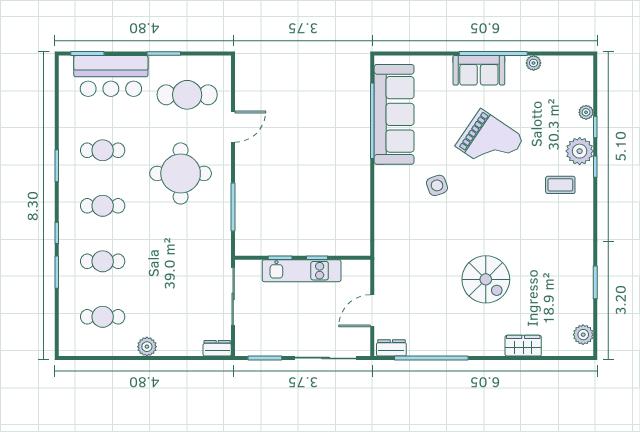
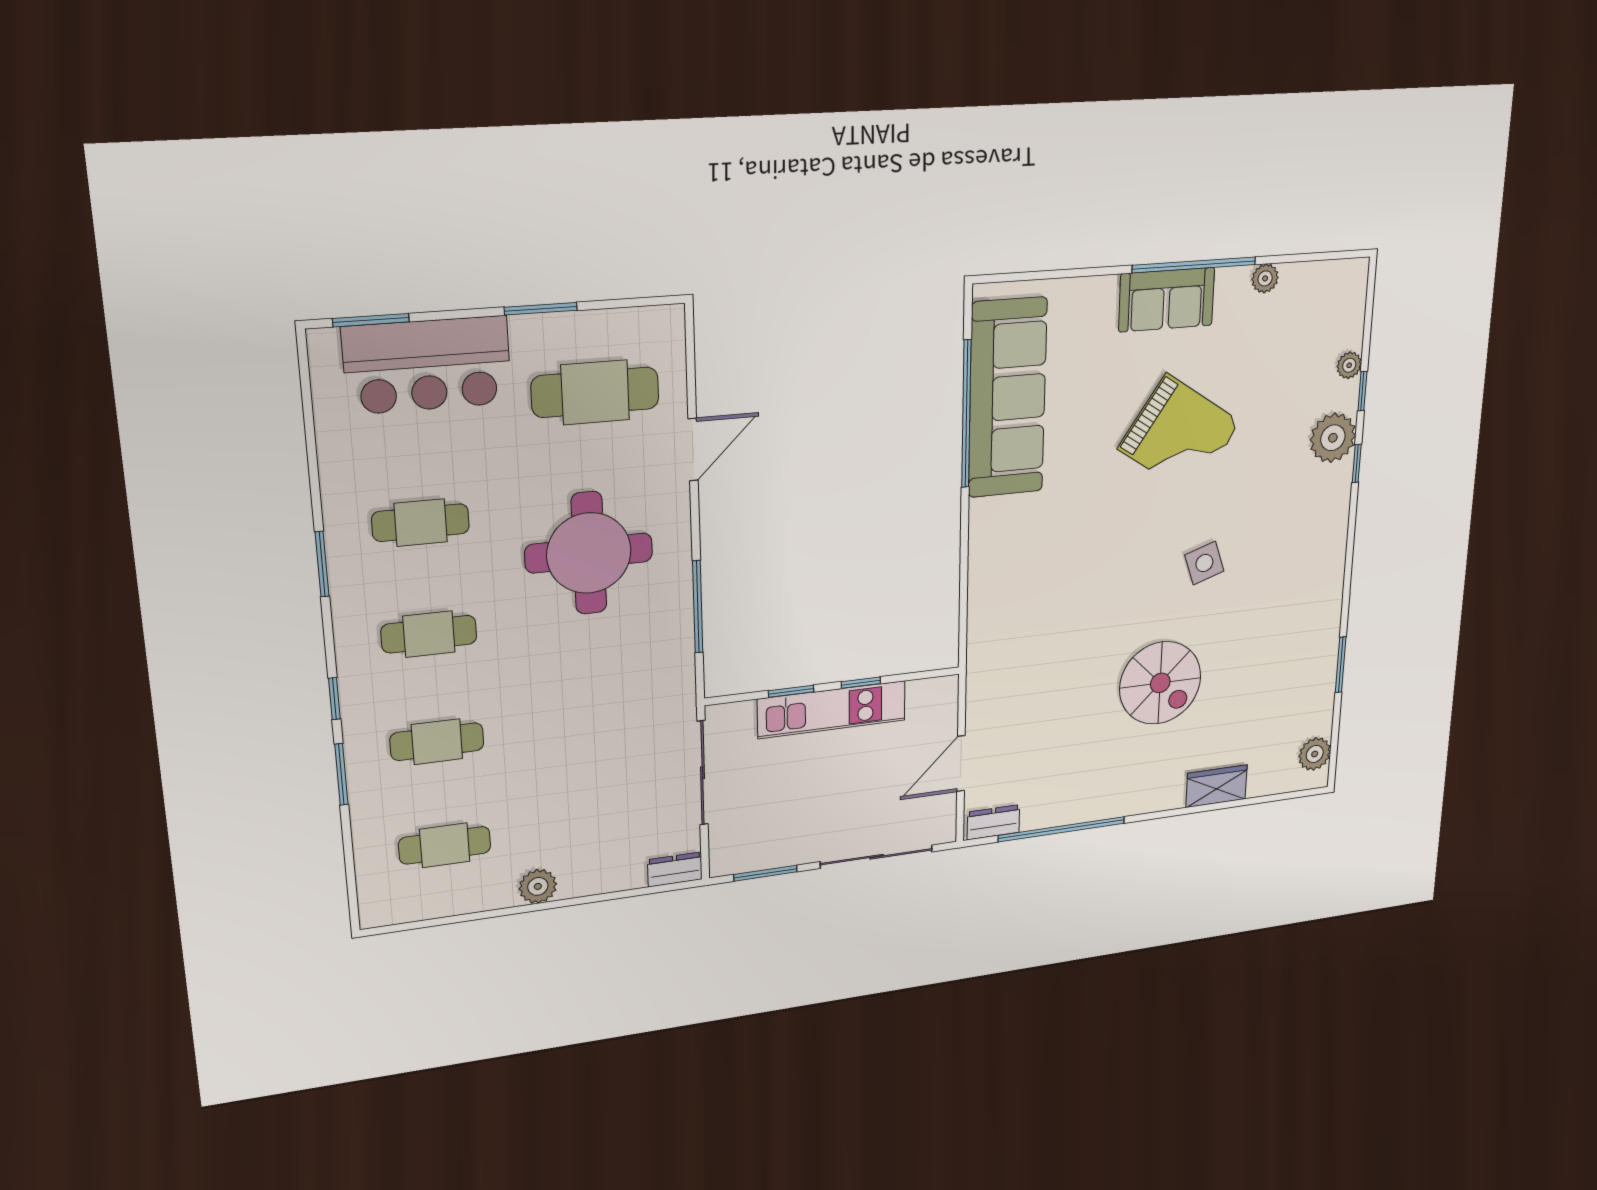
side table: (437, 185) -> (1204, 563), moved
coffee table: (560, 185) -> (1296, 502), removed

